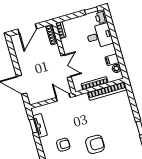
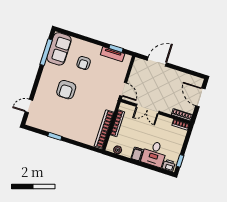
filing cabinet: (112, 60) -> (137, 154), moved
door: (63, 97) -> (123, 89), hinge flipped

